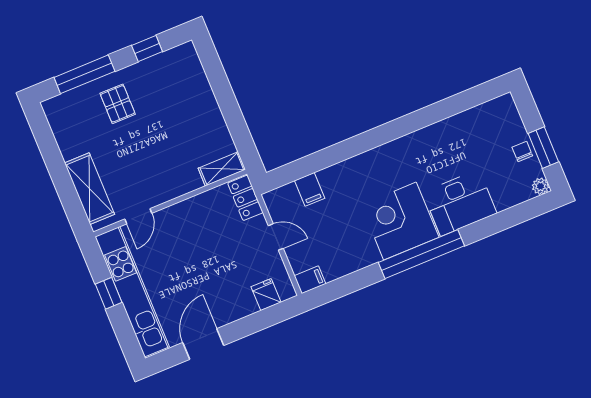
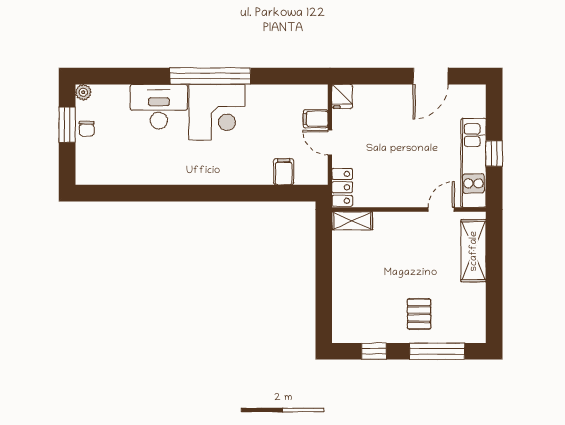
filing cabinet: (310, 280) -> (316, 119), moved
kitchen unit: (132, 292) -> (473, 163), width x0.73
fridge: (266, 295) -> (342, 96), moved

